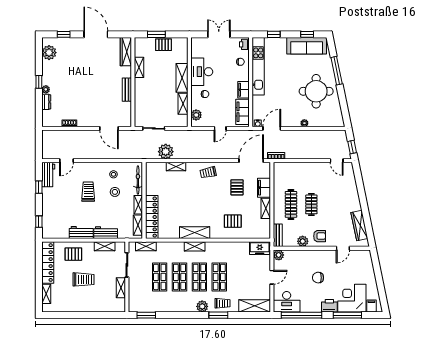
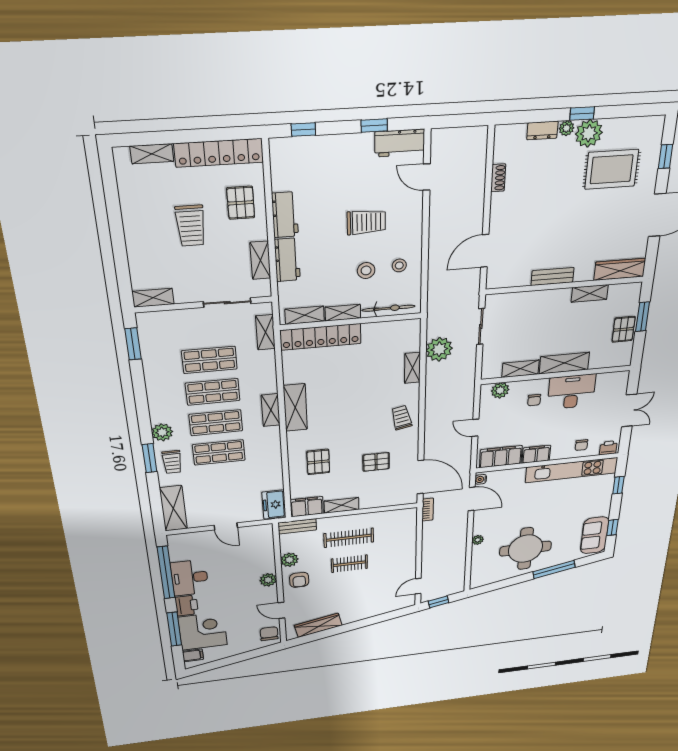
sofa: (307, 46) -> (595, 535), width x0.73
plant: (49, 53) -> (589, 133), moved
rug: (69, 63) -> (612, 169), added
filing cabinet: (264, 188) -> (307, 507), moved
plant: (279, 255) -> (268, 580), moved
chair: (318, 278) -> (269, 634), moved
shelving: (121, 288) -> (153, 298), moved
desk: (287, 302) -> (190, 578), moved

